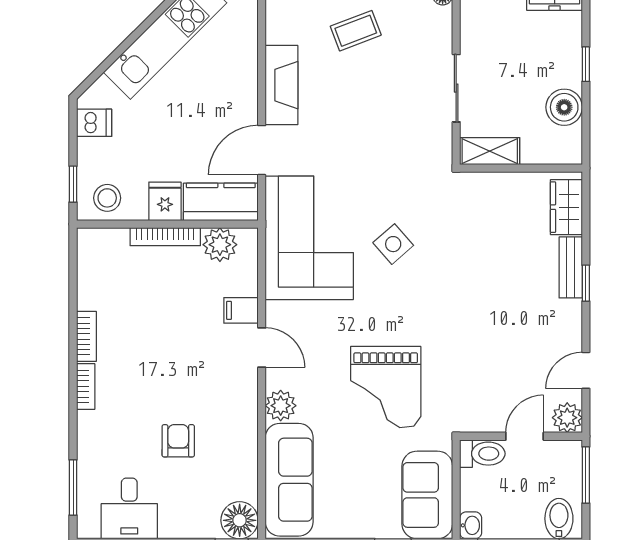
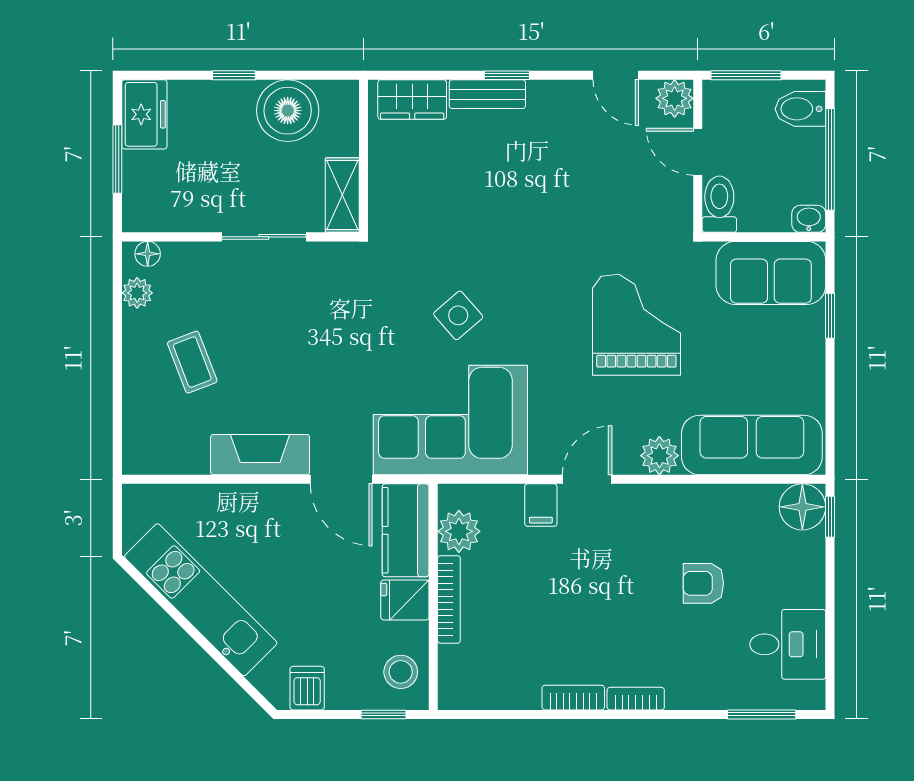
boiler: (564, 107) -> (288, 111), width x1.37, depth x1.37
grand piano: (386, 387) -> (636, 325), turned -90

